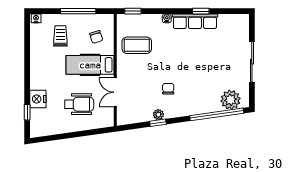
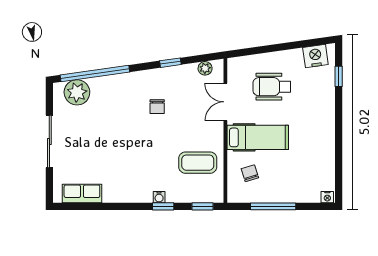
window: (201, 11) -> (163, 206), moved
row of seats: (195, 21) -> (82, 193), moved, width x0.68
trolley: (60, 36) -> (296, 175), removed
double door: (115, 92) -> (225, 102), swing flipped
nightstand: (38, 99) -> (315, 56), moved, turned -98
plant: (158, 115) -> (205, 68), moved

